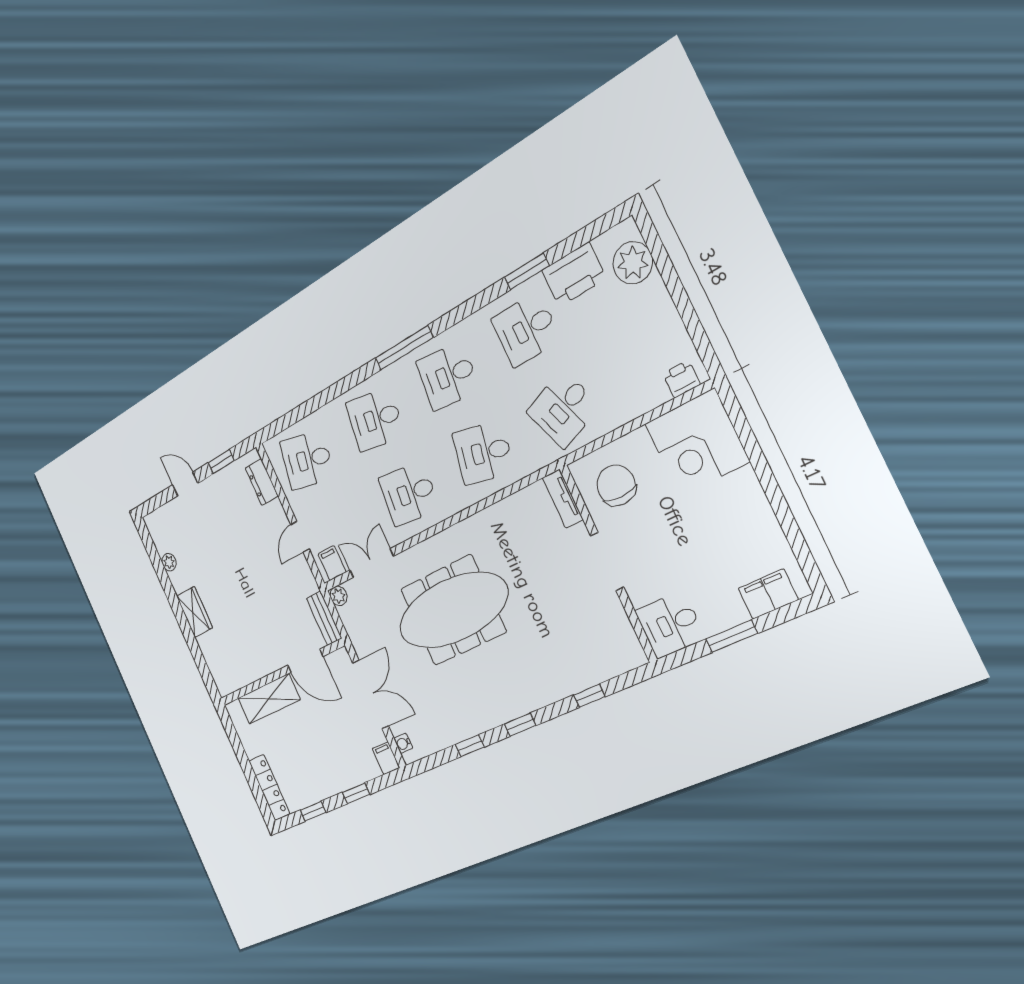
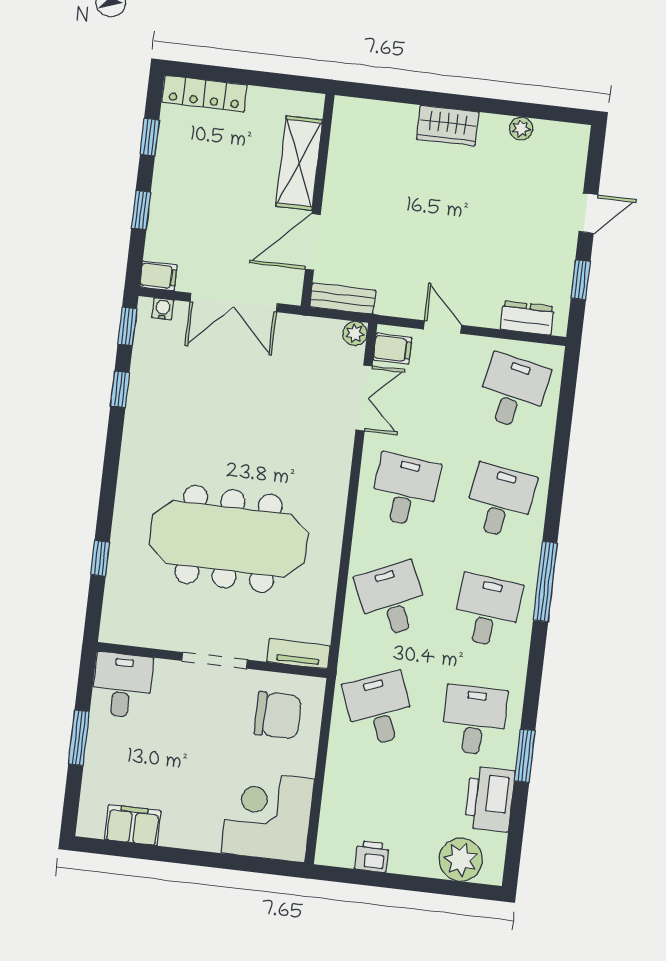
printer: (682, 379) -> (372, 856), moved, turned -90
desk: (483, 453) -> (392, 599), turned -36
filing cabinet: (768, 594) -> (133, 825), moved, turned -90
meeting table: (453, 610) -> (229, 539), moved, turned 90
window: (520, 725) -> (127, 326), moved

